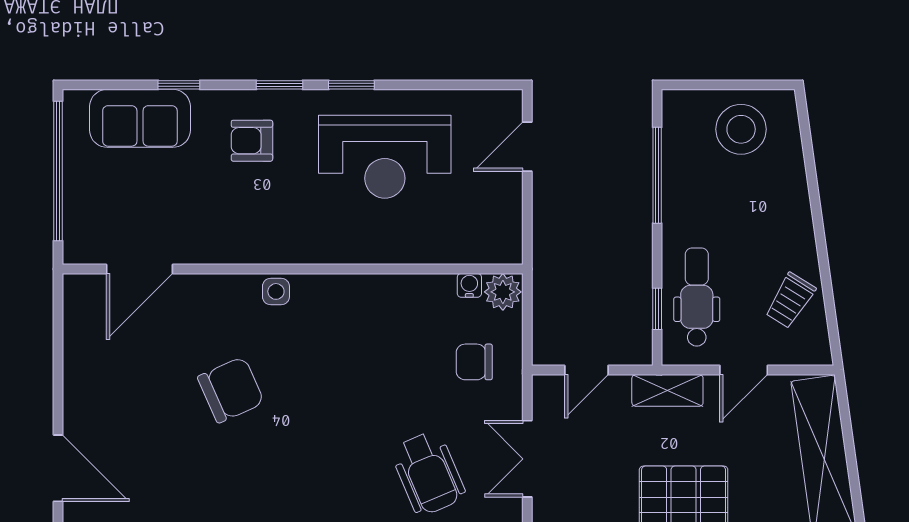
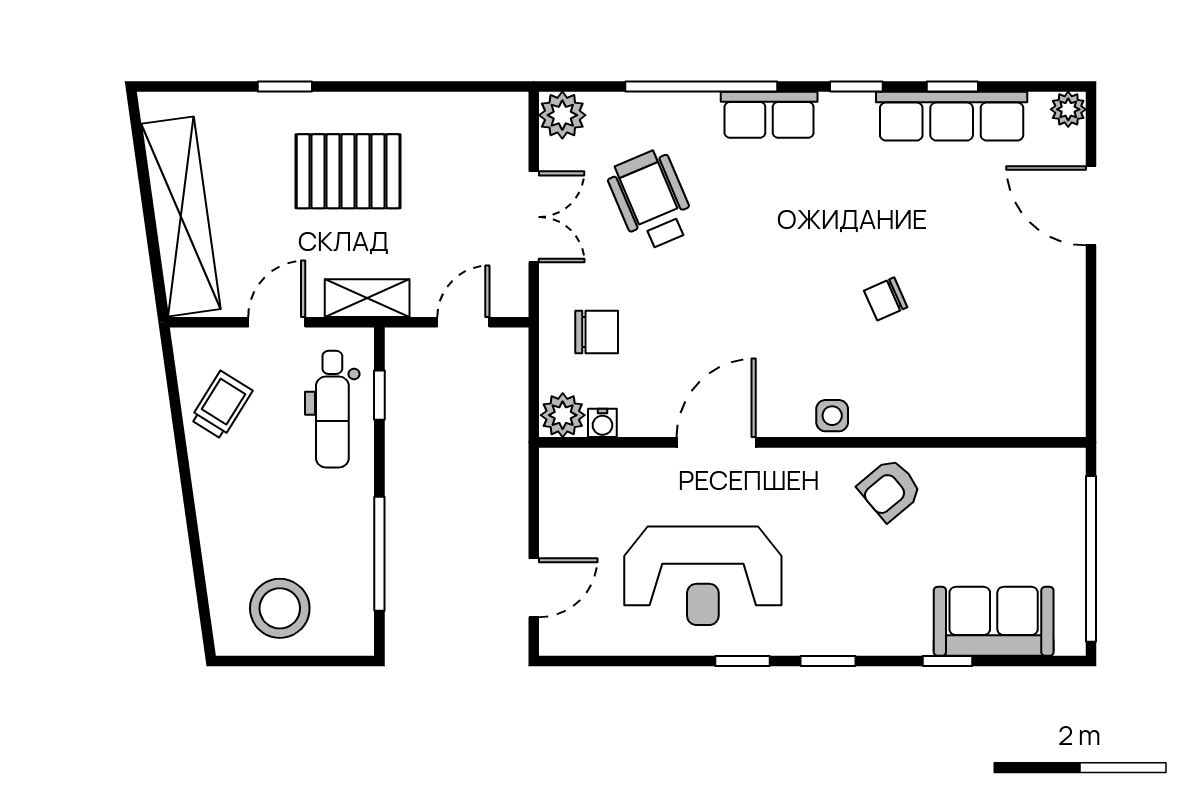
armchair: (252, 141) -> (890, 490), moved, turned 140
reception desk: (385, 157) -> (703, 576), turned 180
door: (140, 269) -> (716, 442), moved
chair: (231, 390) -> (886, 299), width x0.54, depth x0.54

